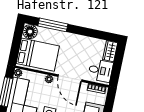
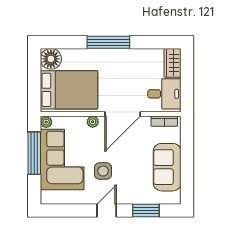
window: (53, 25) -> (108, 42), moved
door: (70, 78) -> (123, 114), hinge flipped

